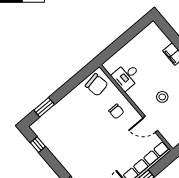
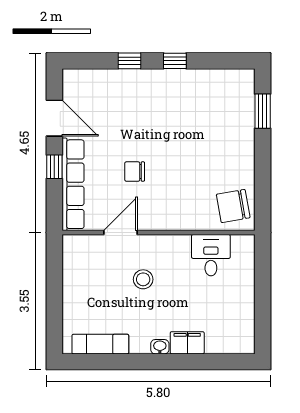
chair: (116, 111) -> (135, 172), moved
window: (38, 145) -> (175, 61), moved

